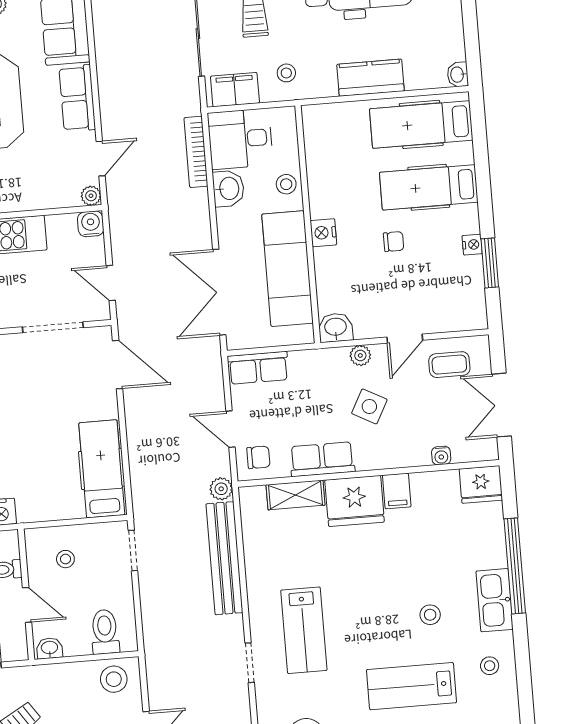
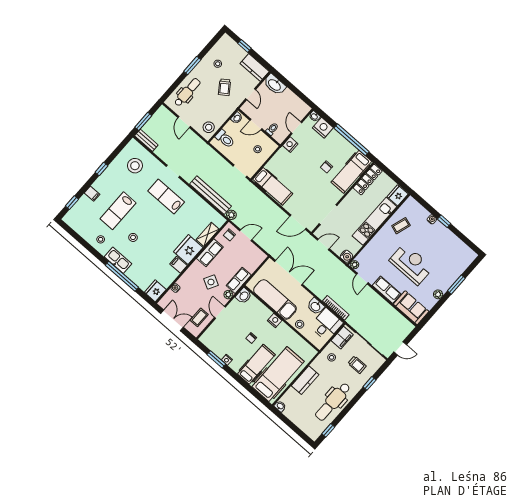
hospital bed: (421, 124) -> (278, 374), width x1.37, depth x1.29
row of seats: (258, 368) -> (239, 280), moved
lab bench: (412, 686) -> (118, 211), turned 180

